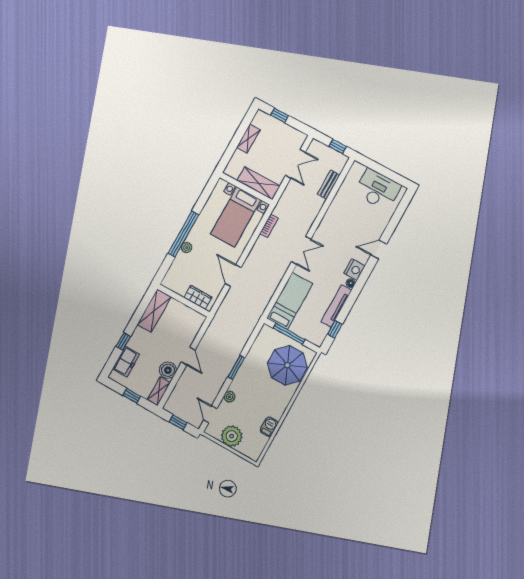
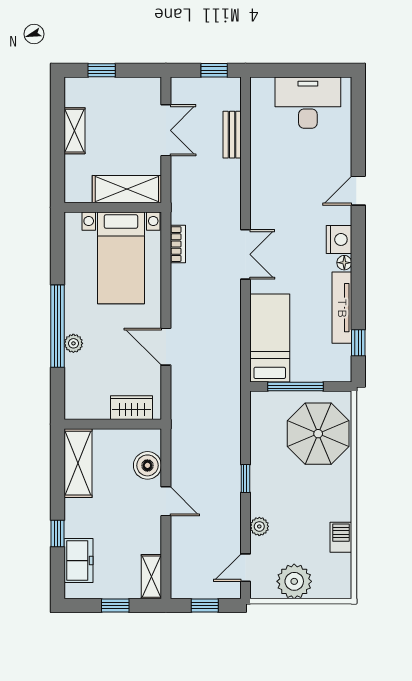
window: (236, 367) -> (245, 479), width x0.67
boiler: (168, 370) -> (147, 465), moved
door: (210, 414) -> (245, 568), hinge flipped

